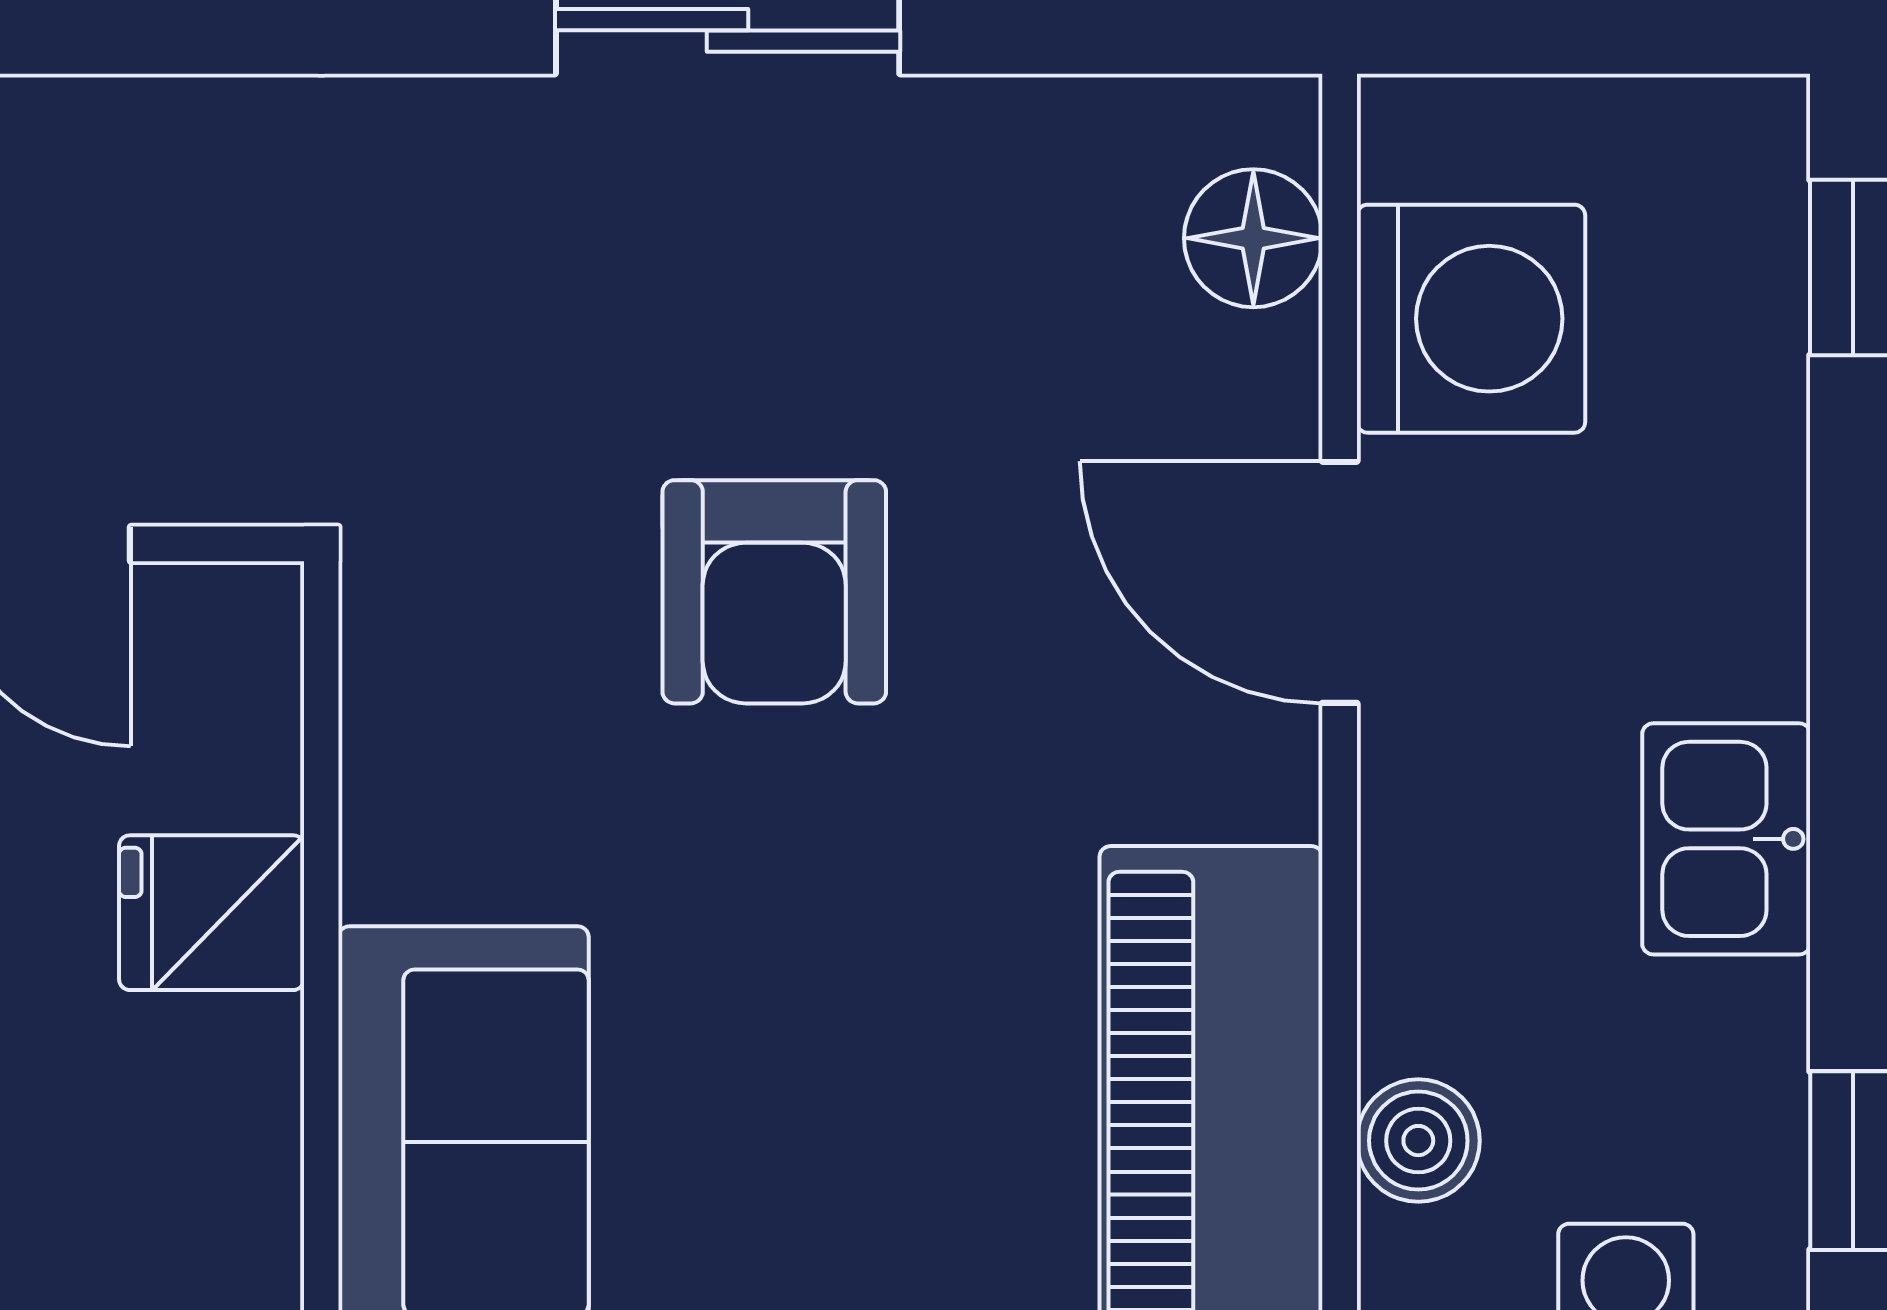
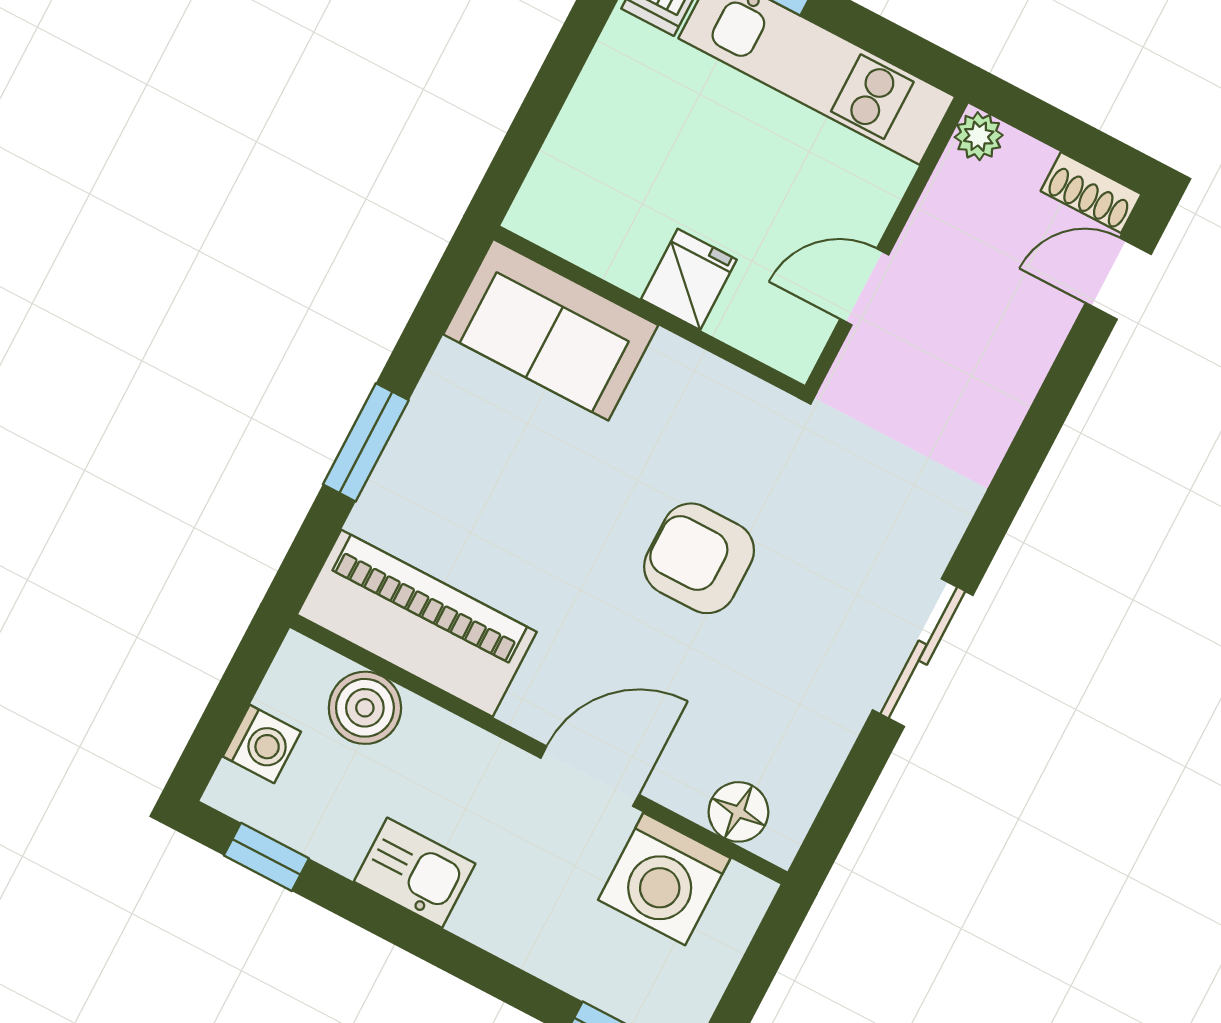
boiler: (1418, 1141) -> (365, 708), width x1.36, depth x1.36

